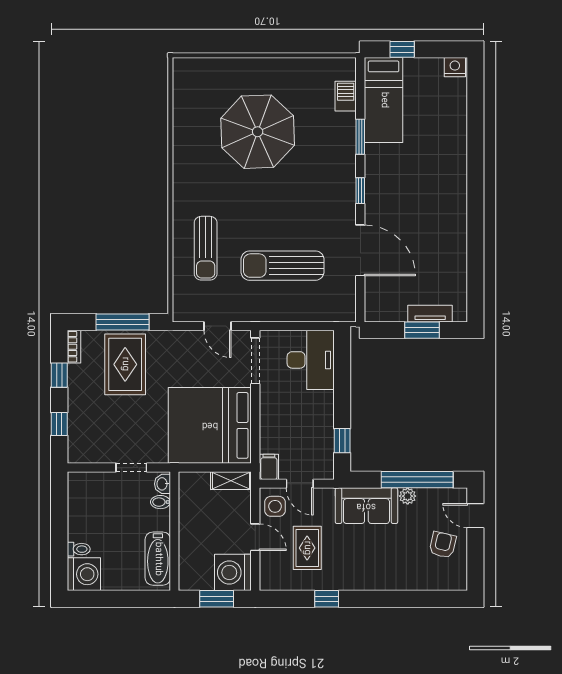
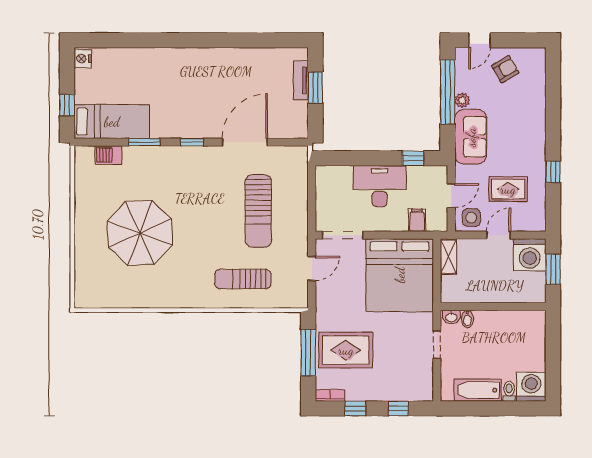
sun lounger: (206, 248) -> (243, 279), turned 180
desk: (311, 360) -> (380, 186), moved
filing cabinet: (269, 467) -> (417, 220), moved, turned 90
armchair: (443, 545) -> (505, 69), turned 137
bathtub: (158, 559) -> (478, 390), moved, turned 180

